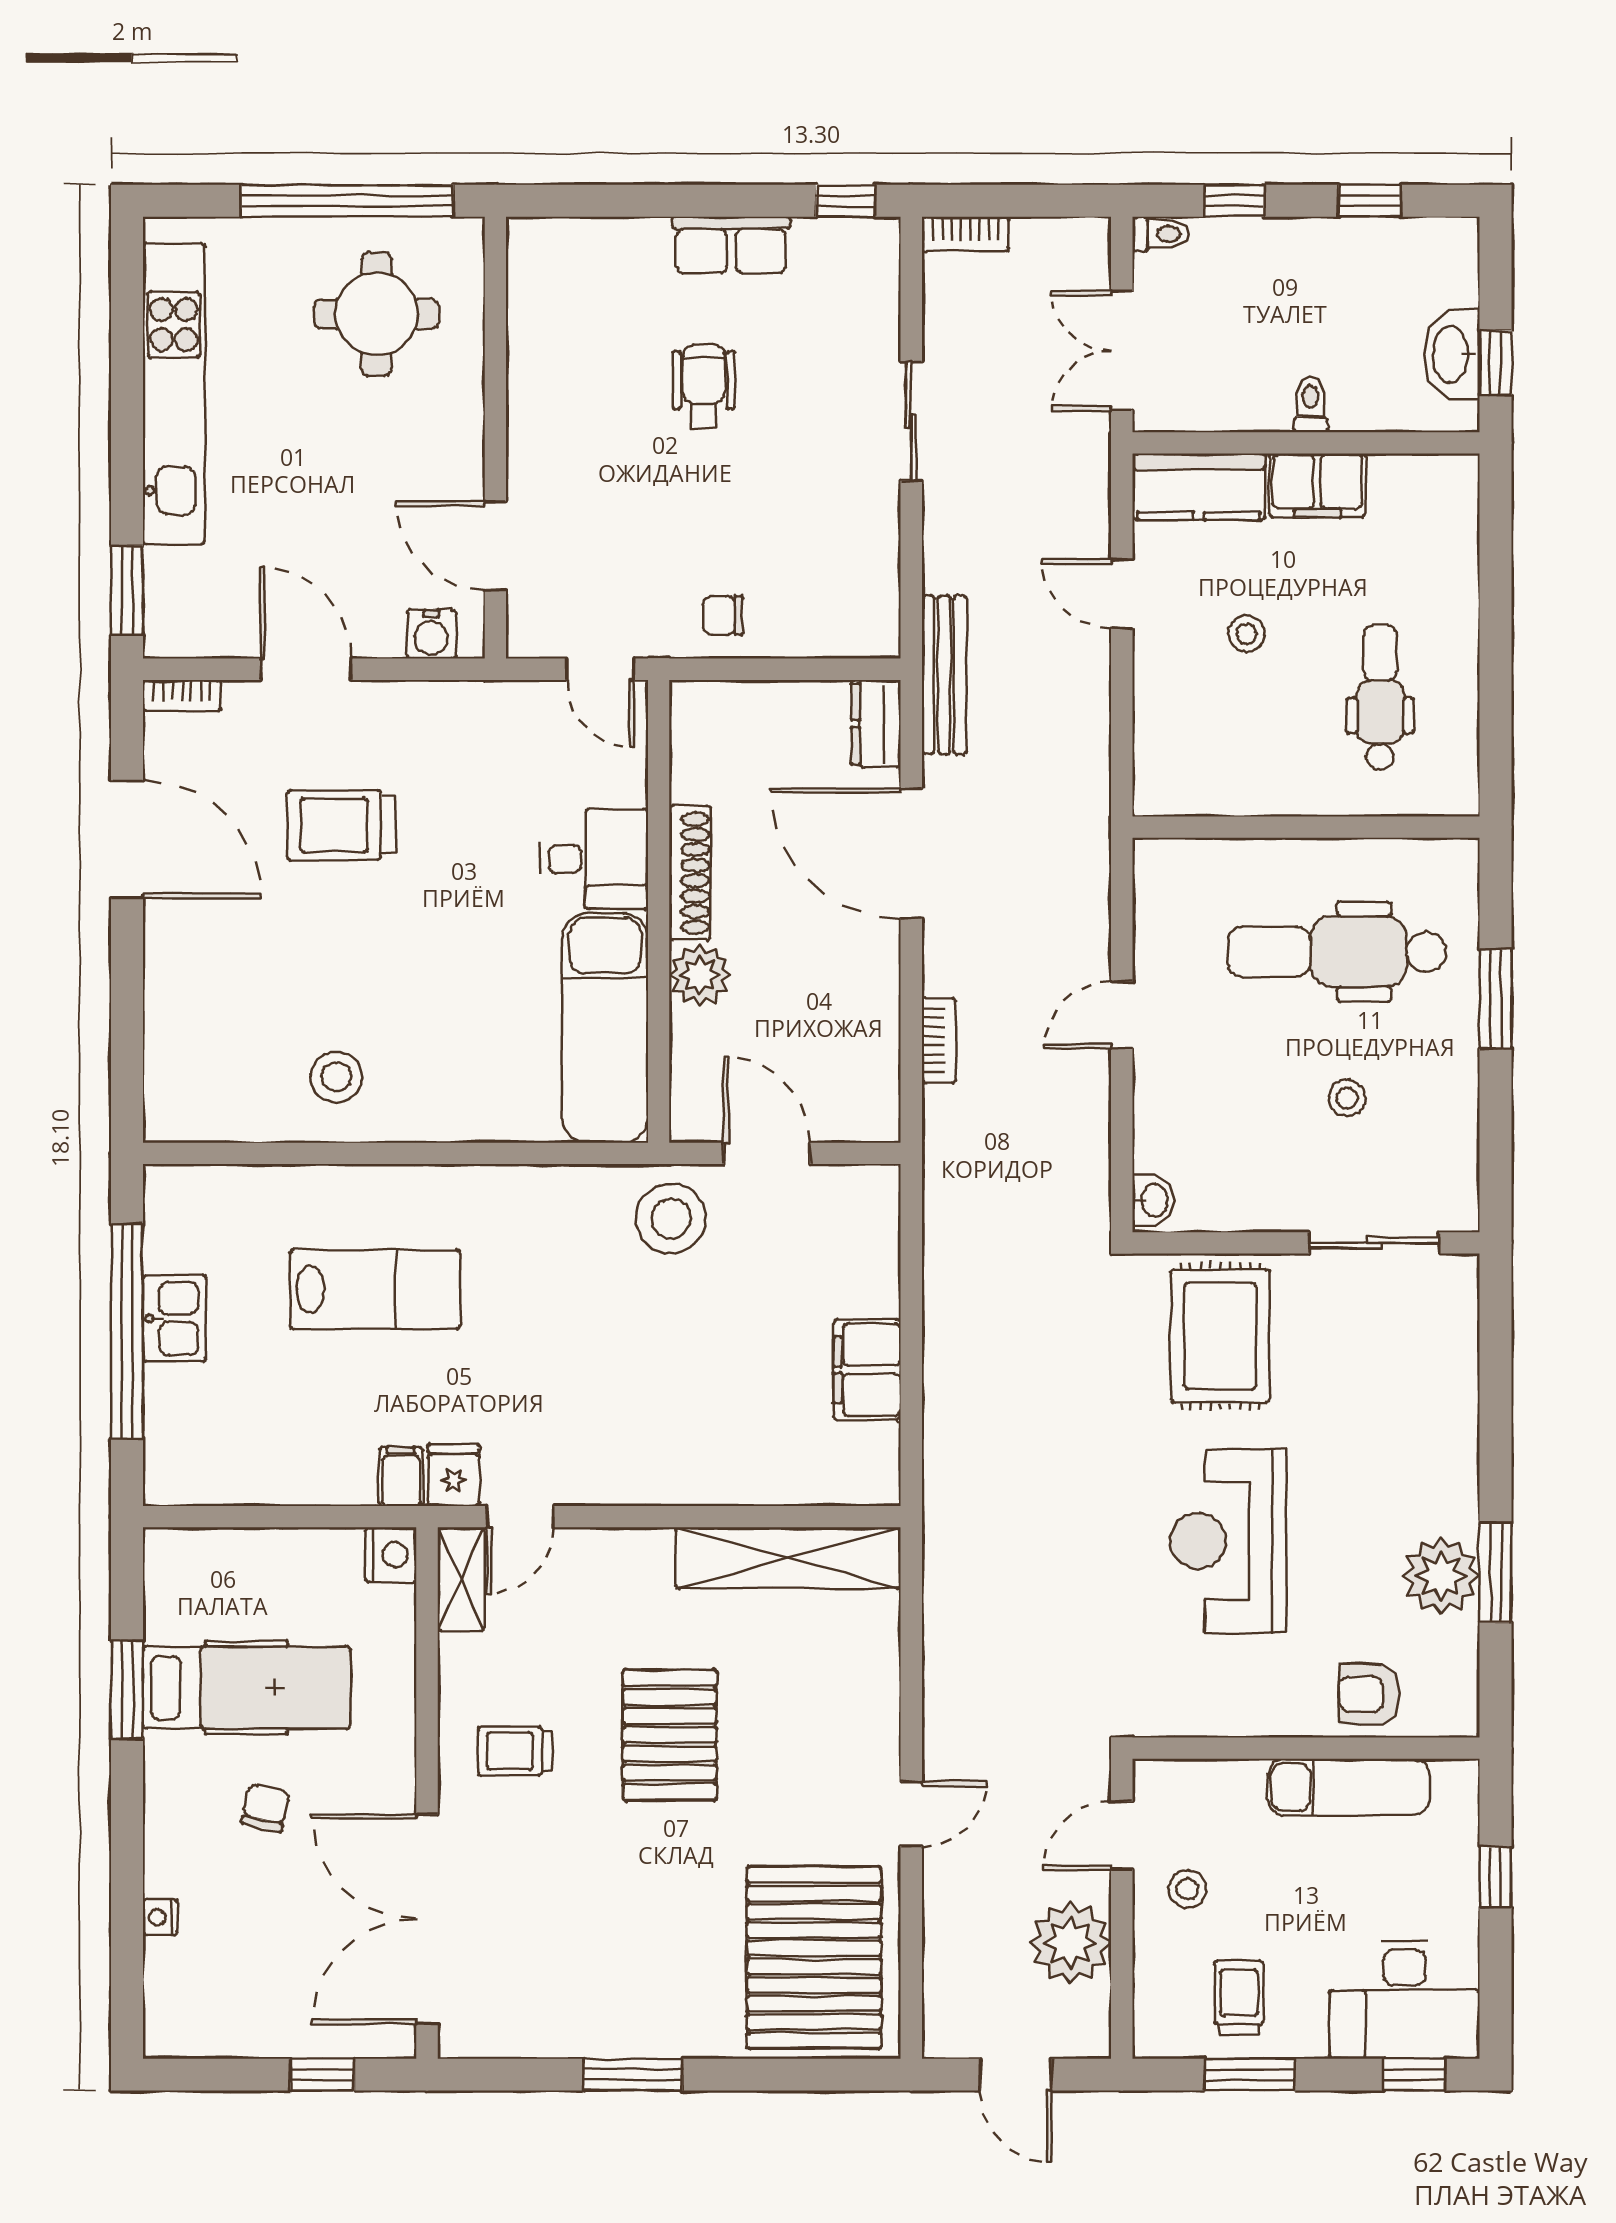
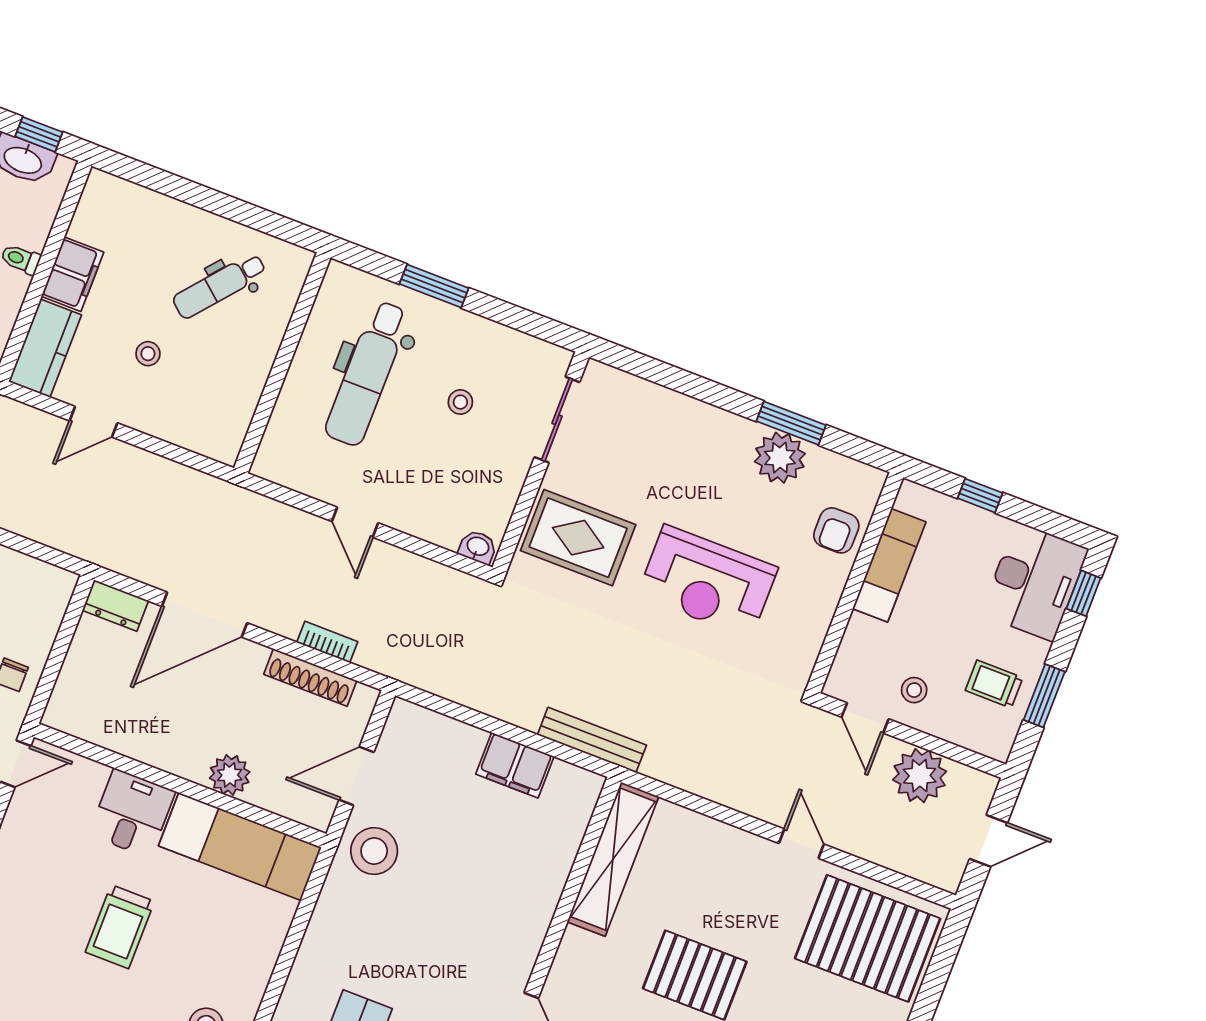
bench: (944, 675) -> (592, 740), moved
dental chair: (1380, 698) -> (219, 286), turned -50
trolley: (342, 825) -> (120, 927), moved
shoe rack: (690, 873) -> (310, 677), moved, turned 180

